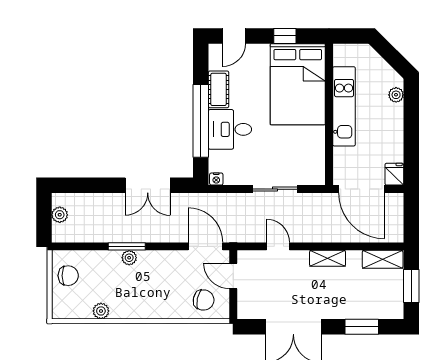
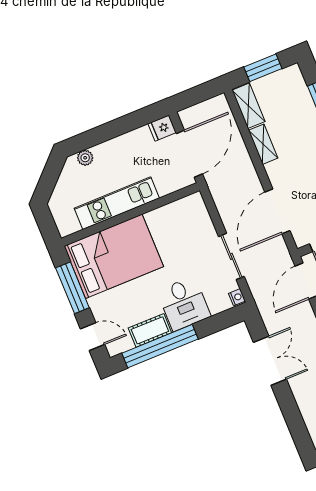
window: (285, 36) -> (72, 288), width x2.17
window: (201, 121) -> (160, 346), moved
sliding door: (275, 189) -> (231, 256), moved
door: (278, 246) -> (277, 211), width x1.88
shelving: (328, 258) -> (263, 144), moved

